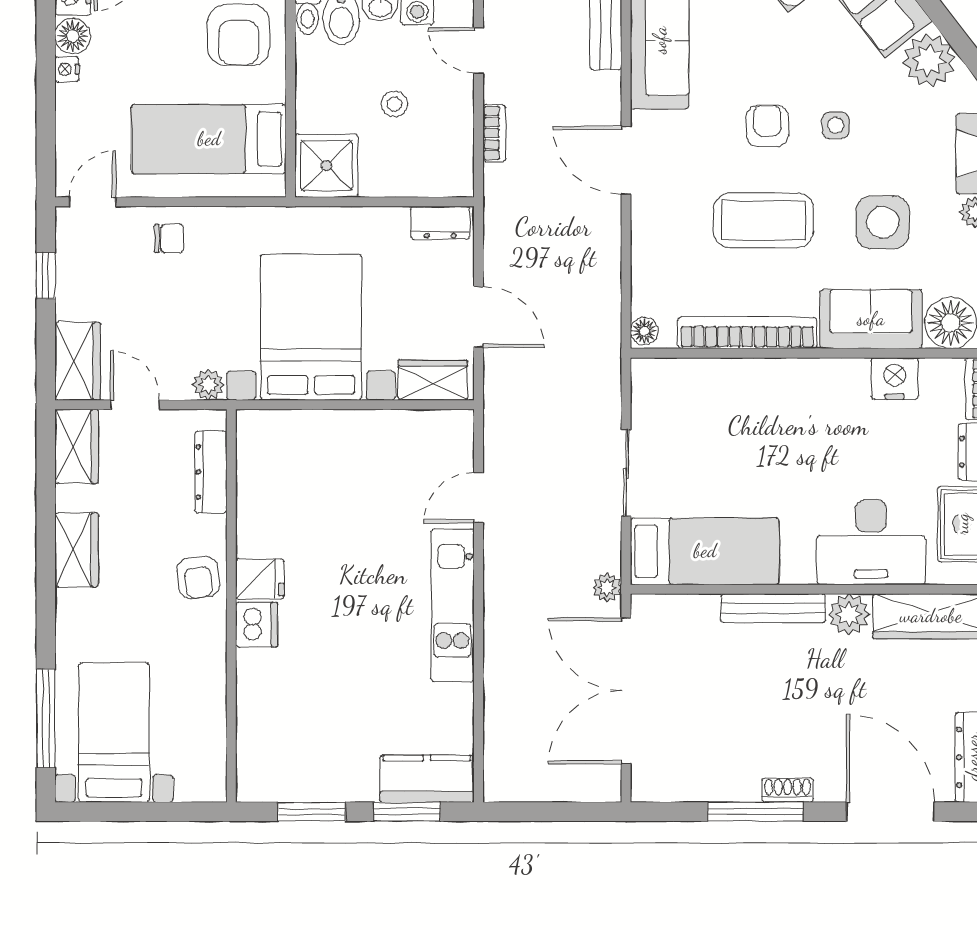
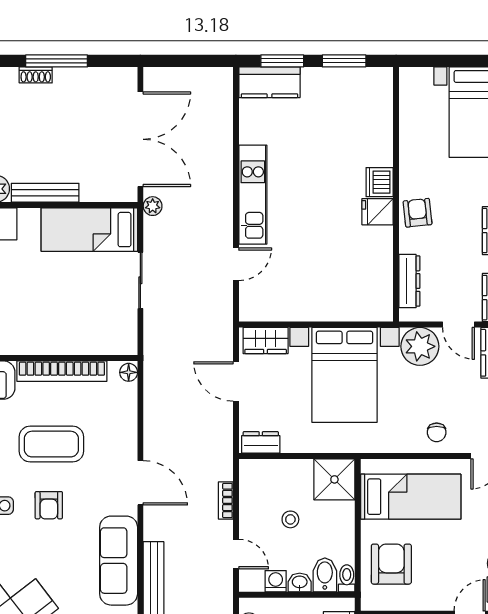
chair: (169, 238) -> (437, 432), turned -90
plant: (208, 385) -> (420, 346), width x1.88, depth x1.88

